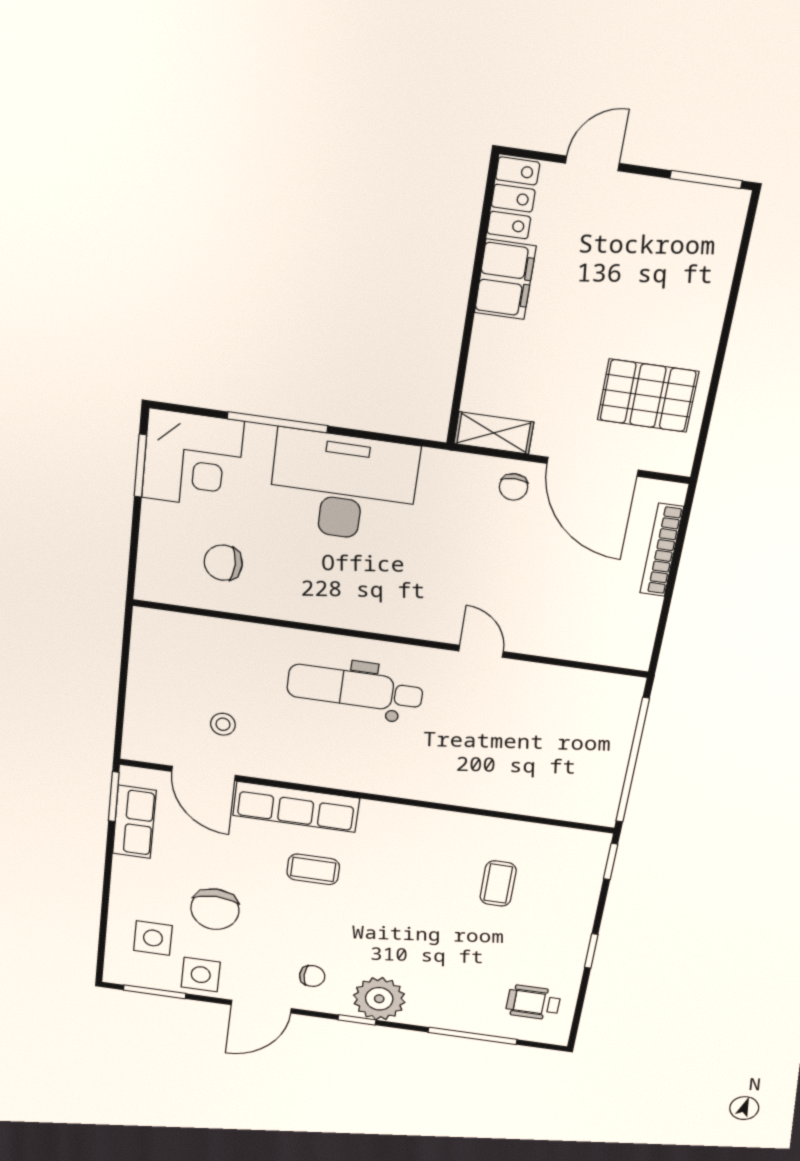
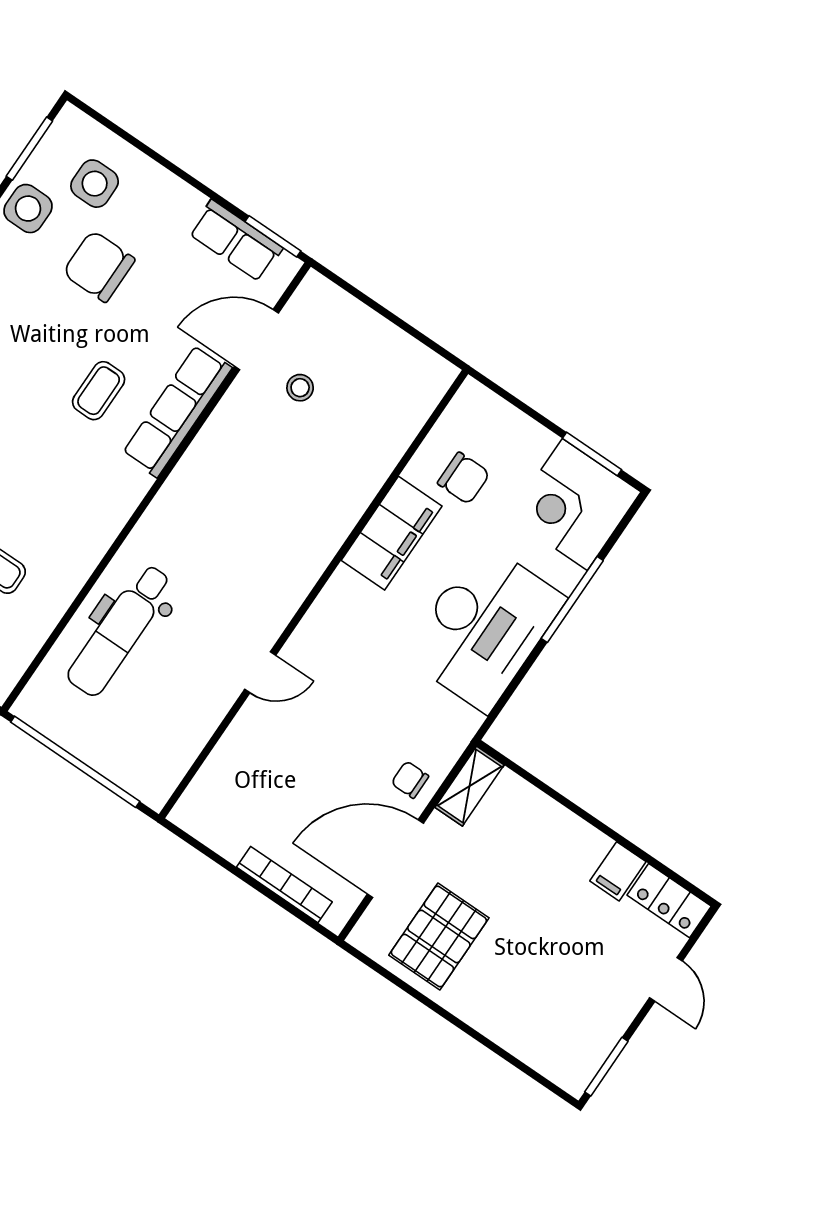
filing cabinet: (505, 279) -> (618, 871), width x0.50
chair: (223, 563) -> (464, 478), turned 90
filing cabinet: (304, 600) -> (392, 533), added
dental chair: (355, 689) -> (120, 630), moved, turned 180

